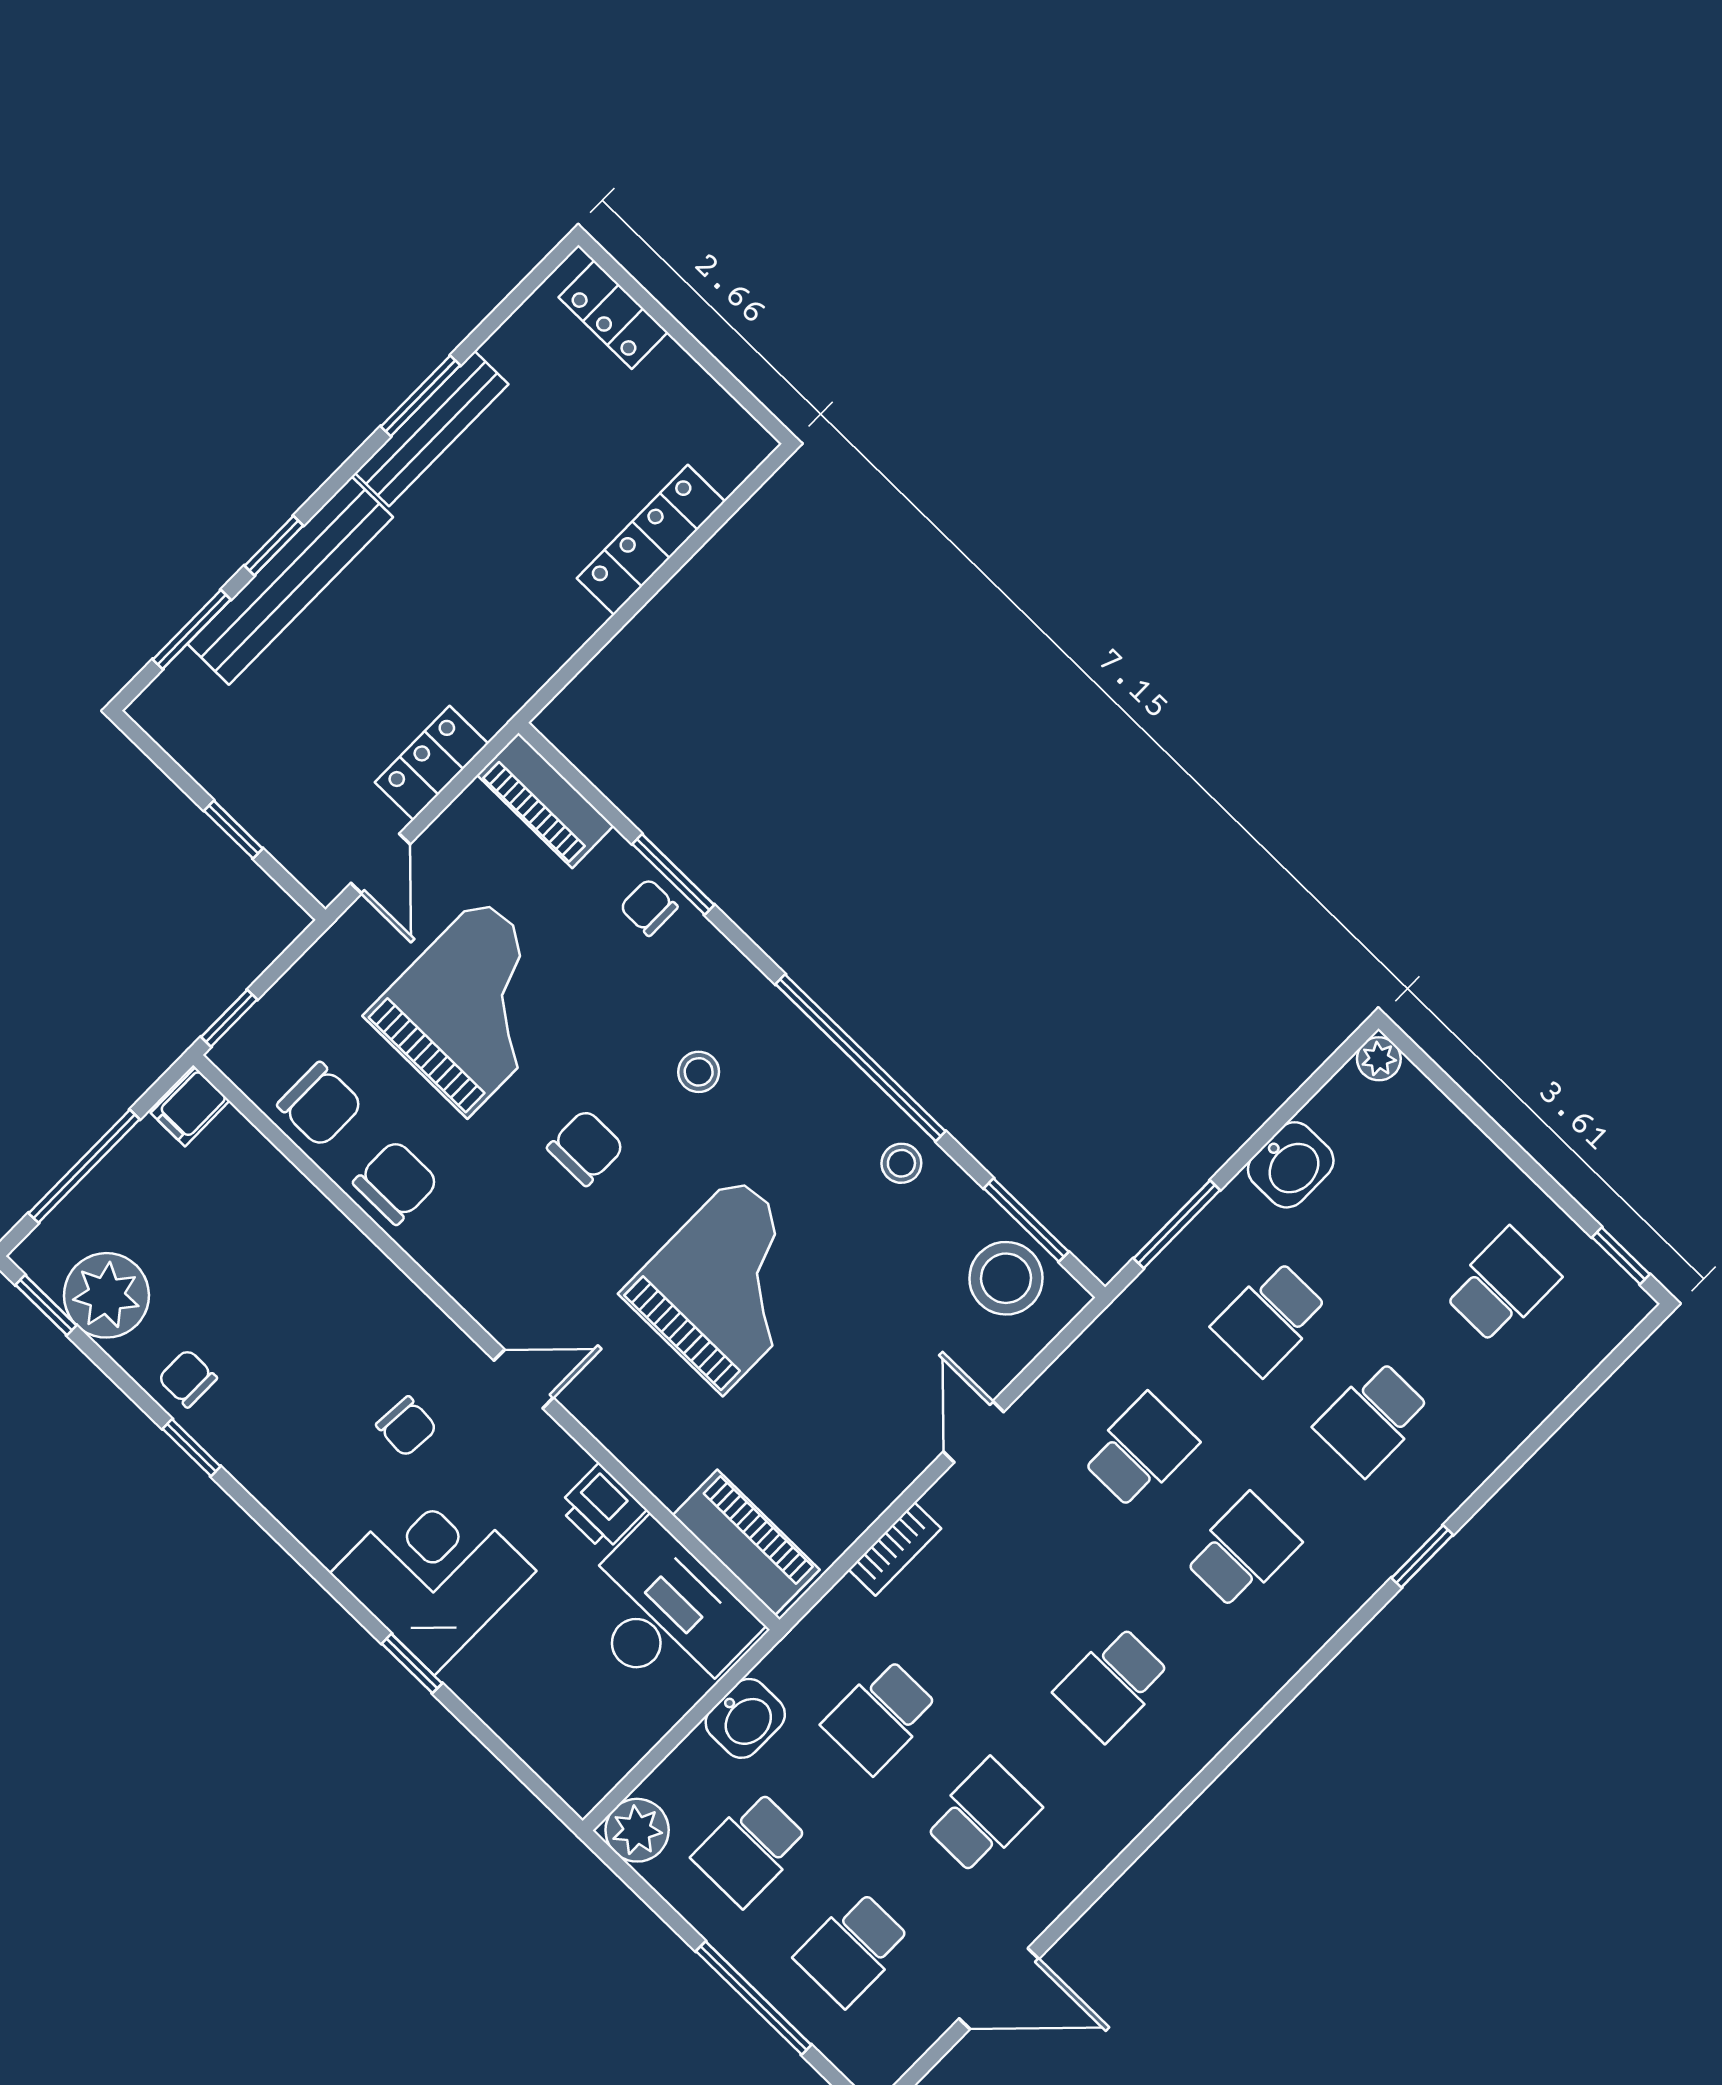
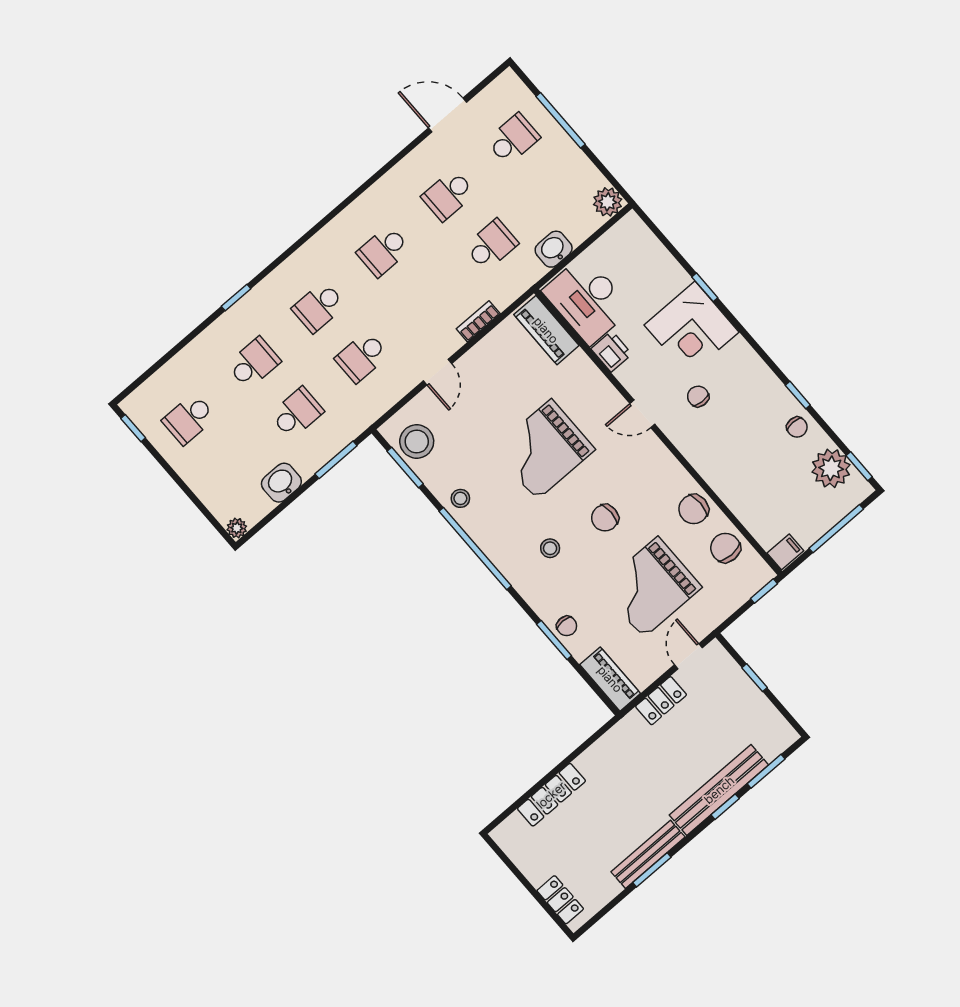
school desk: (1112, 1684) -> (383, 251), turned 180
school desk: (750, 1849) -> (556, 189), removed

